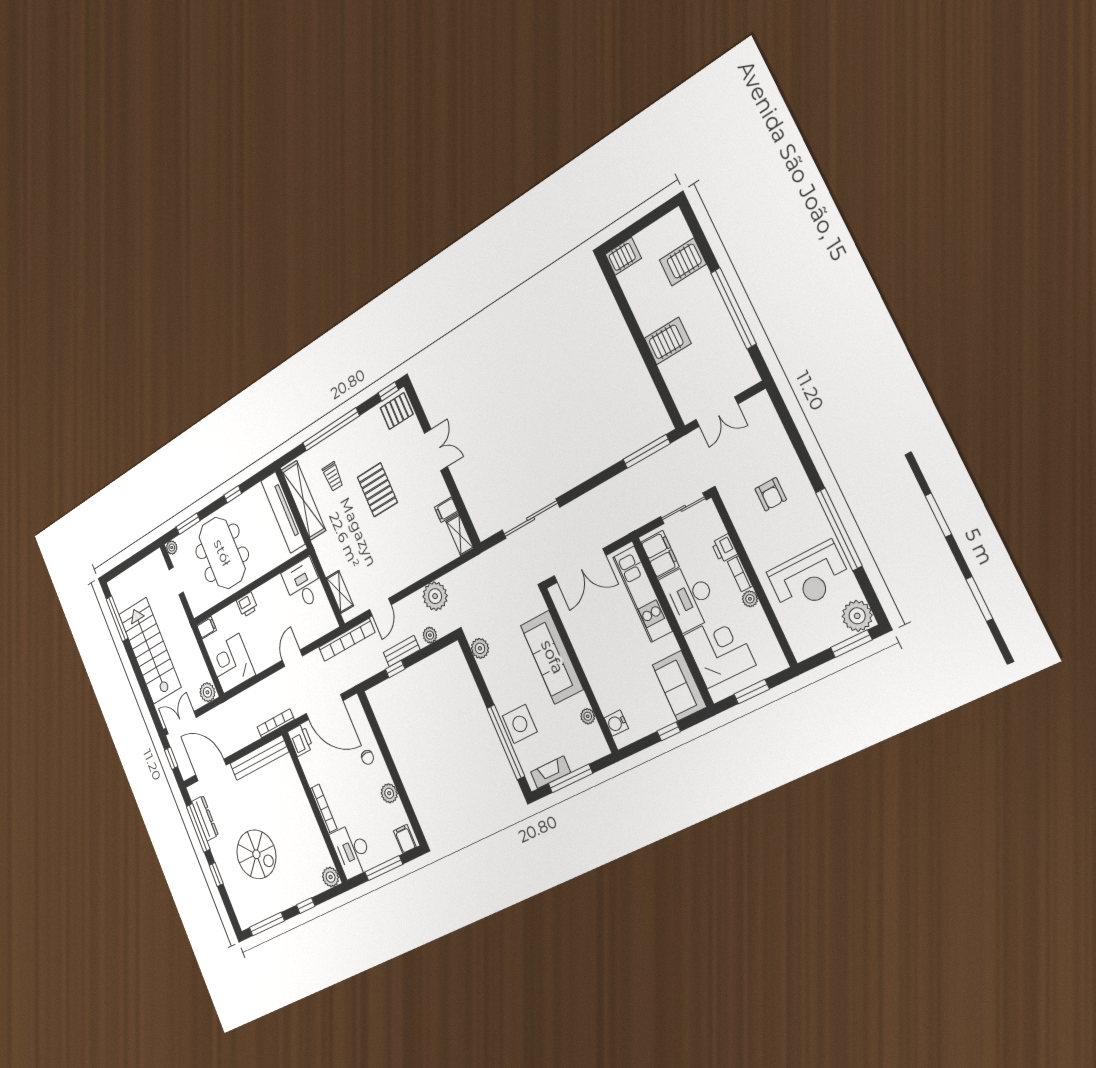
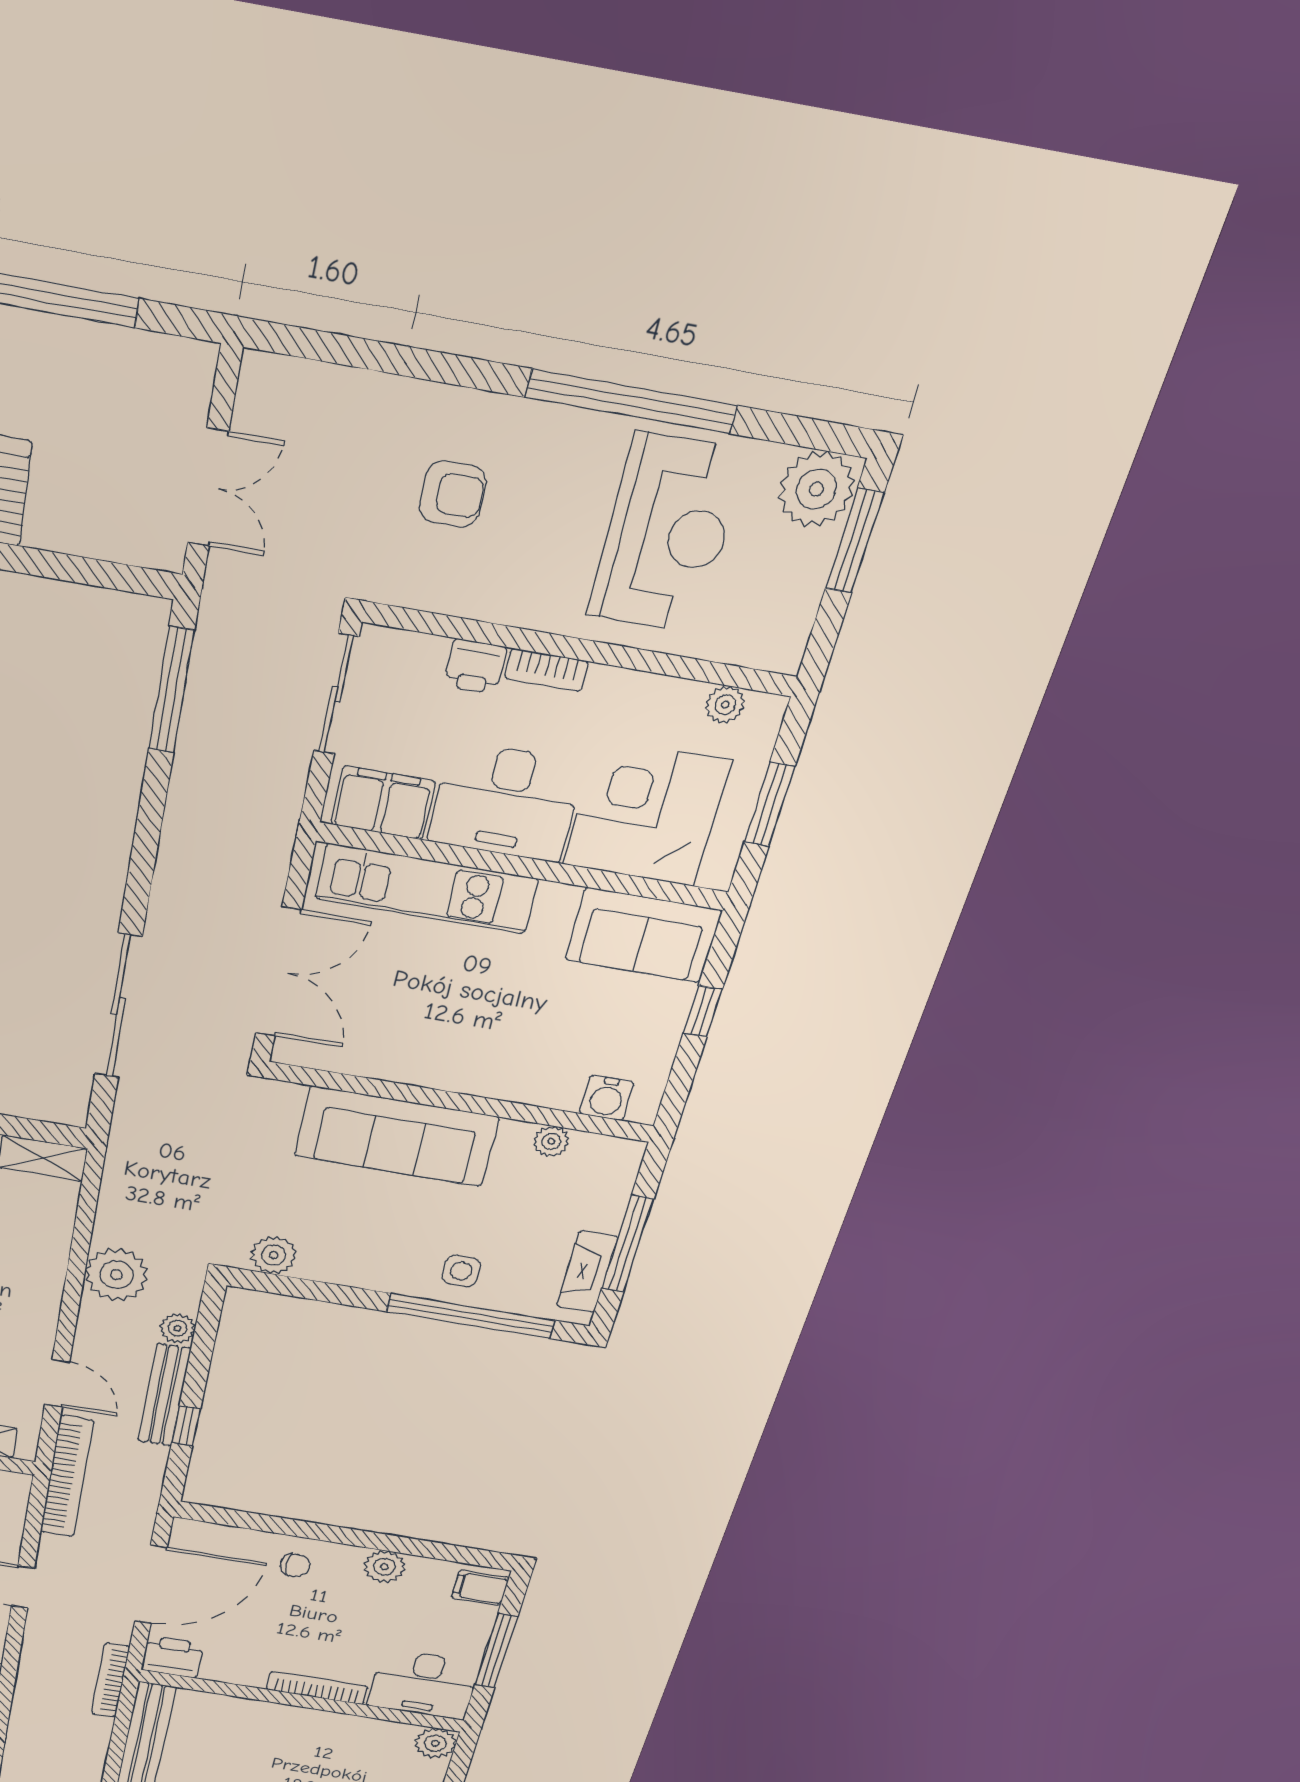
plant: (750, 599) -> (725, 705), moved
bench: (402, 651) -> (164, 1395), width x1.36
side table: (520, 724) -> (461, 1271), width x0.54, depth x0.54

